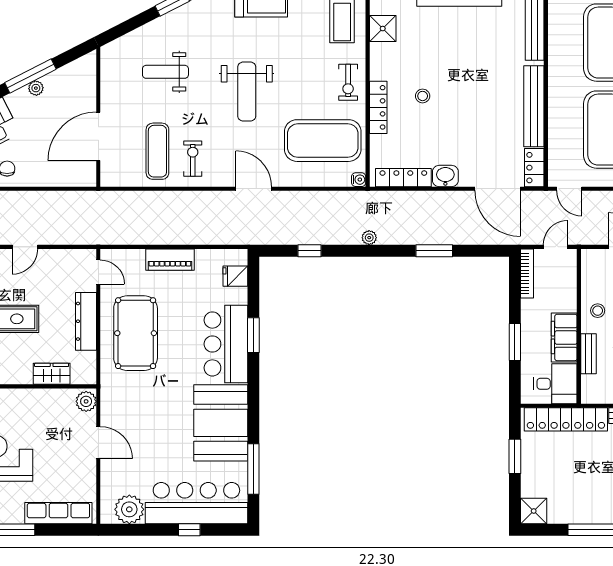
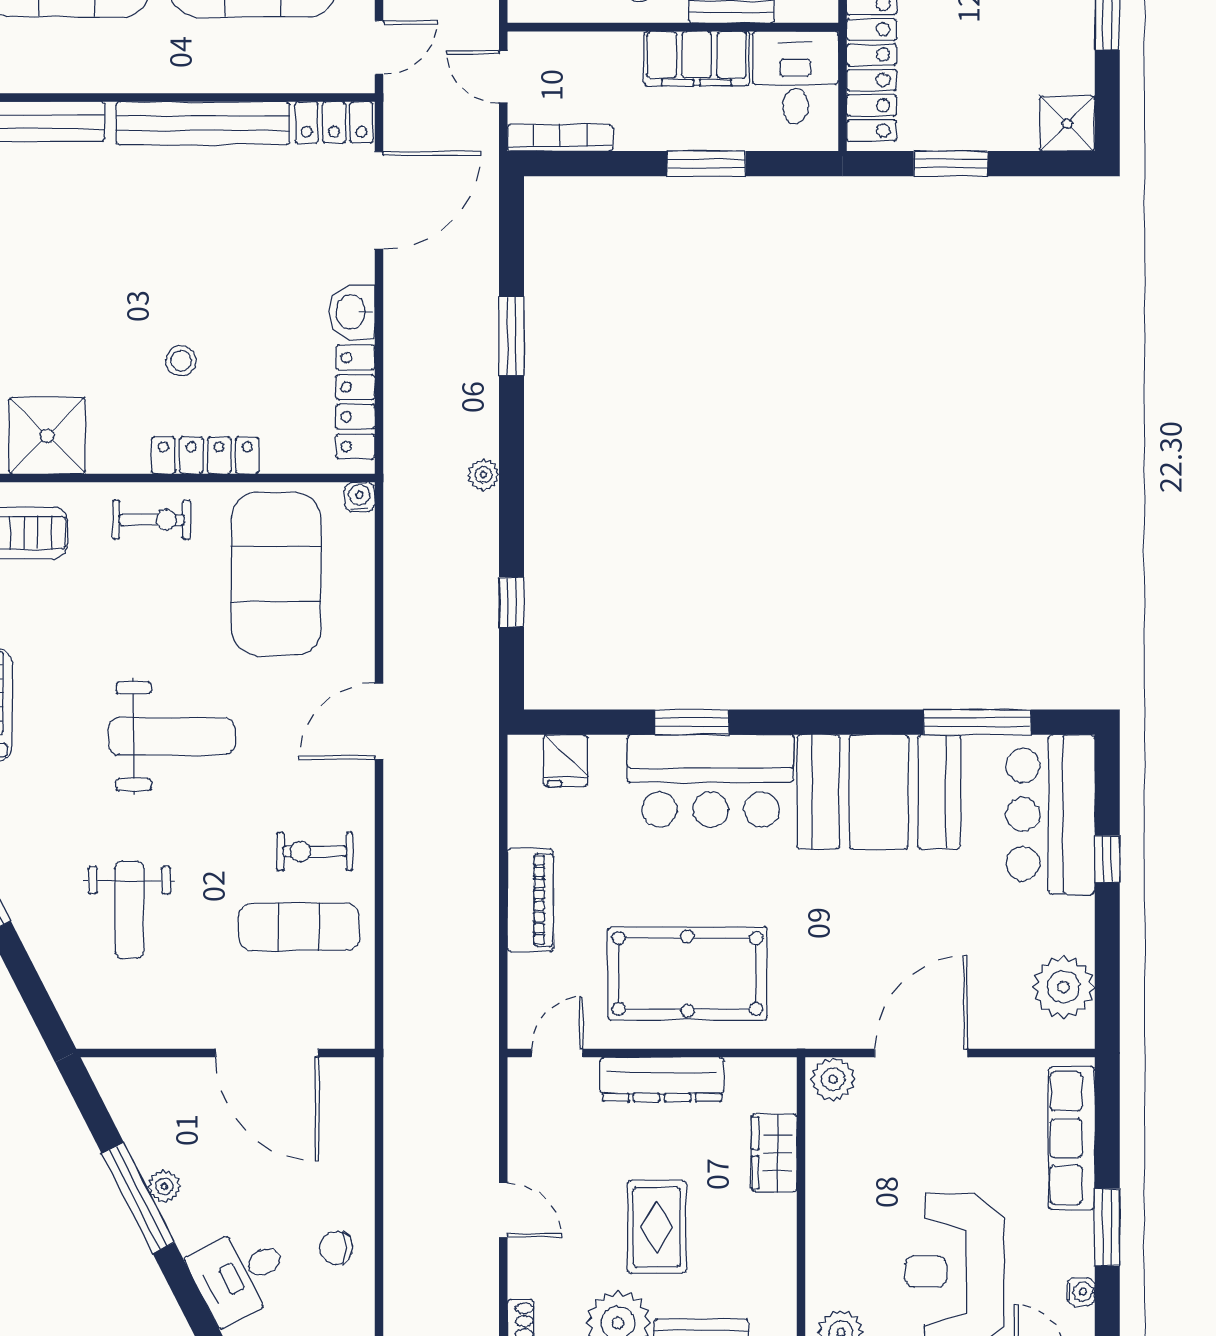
shower: (383, 29) -> (47, 436), width x1.36, depth x1.36
door: (98, 443) -> (921, 1053), width x1.36
bar counter: (196, 503) -> (1050, 814), width x0.73

